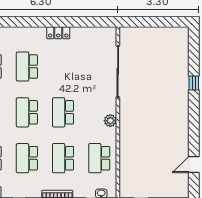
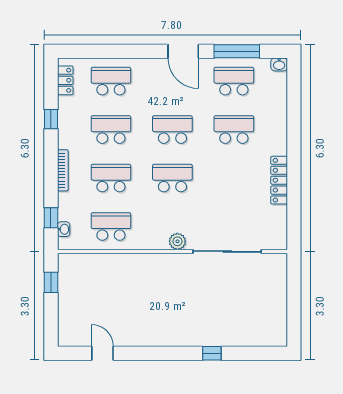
locker: (58, 33) -> (279, 180), width x1.53
plant: (110, 121) -> (177, 241), moved

